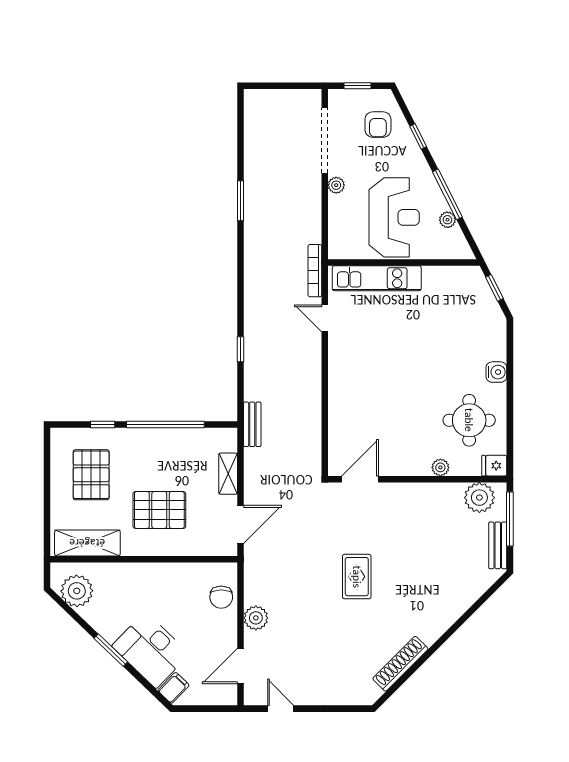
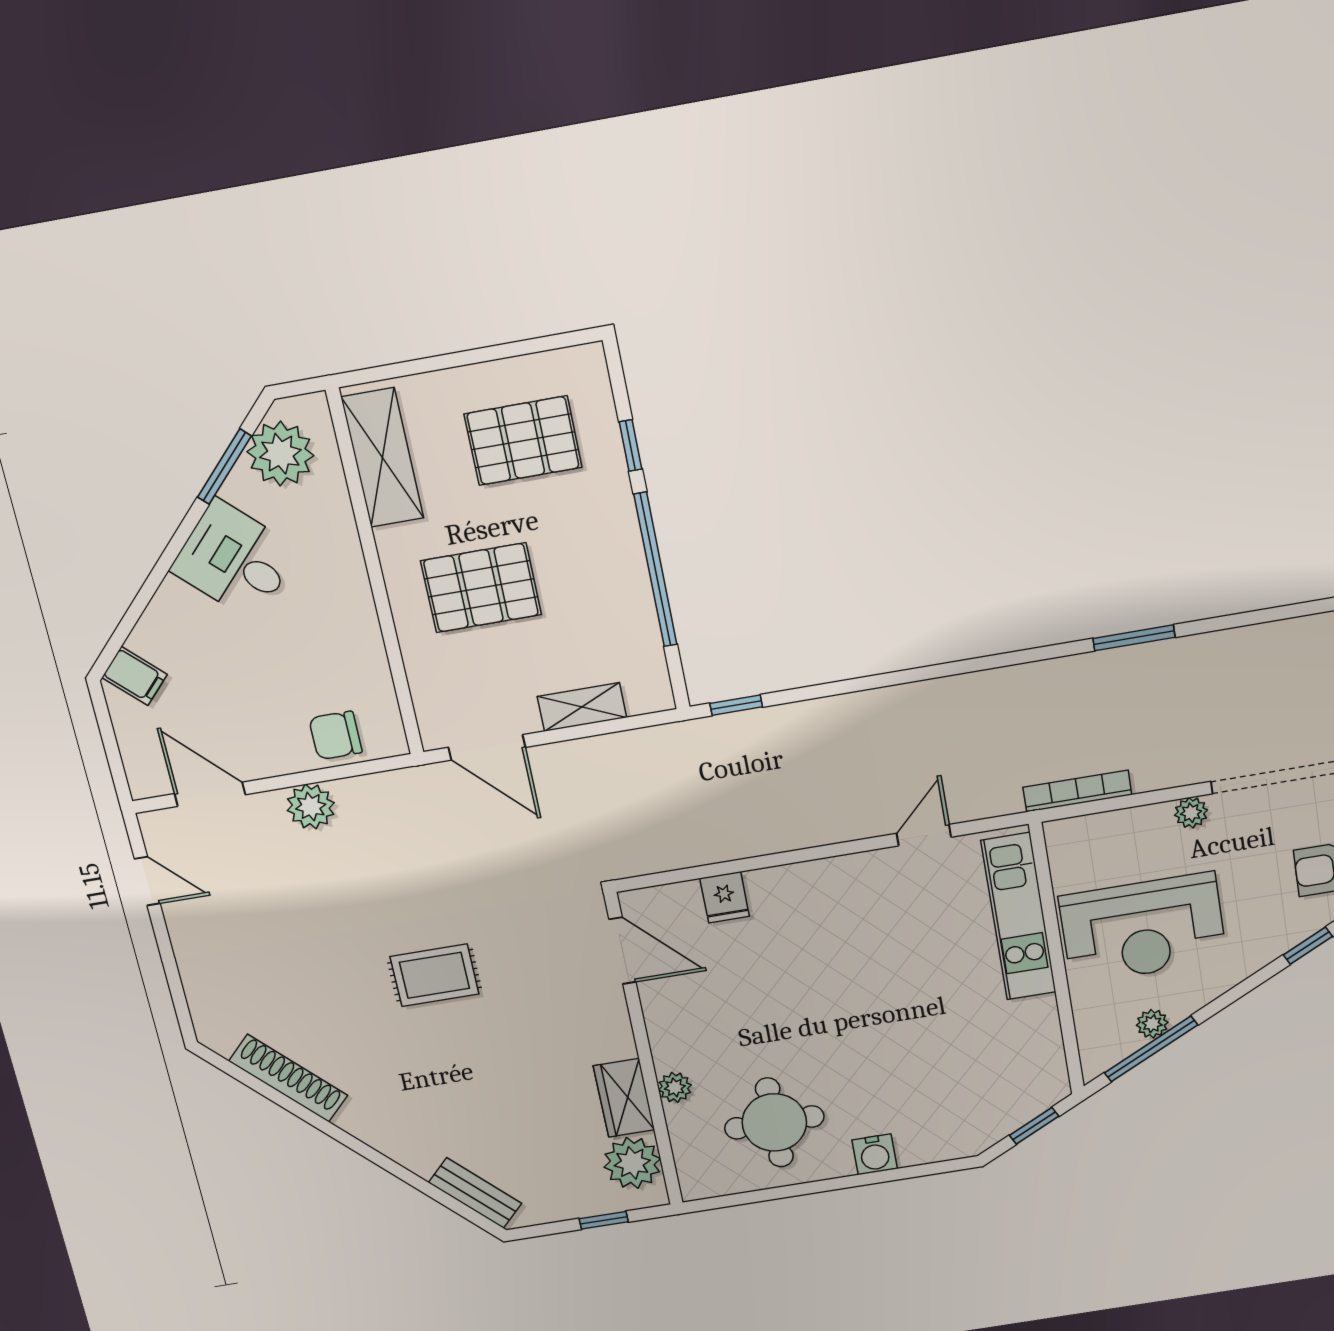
window: (447, 194) -> (1151, 1049), moved
bookcase: (315, 271) -> (1077, 791), moved
window: (241, 349) -> (736, 705), moved
bench: (252, 424) -> (689, 736), removed
fridge: (494, 466) -> (725, 897), moved, turned 180
wardrobe: (442, 495) -> (624, 1098), added
pallet: (159, 510) -> (481, 588), turned 90
window: (510, 519) -> (604, 1220), width x0.46
bench: (498, 545) -> (475, 1193), moved, turned 45
window: (111, 650) -> (224, 467), moved
desk: (151, 650) -> (235, 560), moved, width x0.73
door: (281, 709) -> (147, 881), hinge flipped

